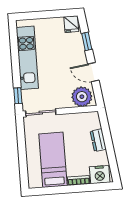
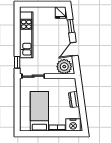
door: (93, 72) -> (74, 49), hinge flipped

